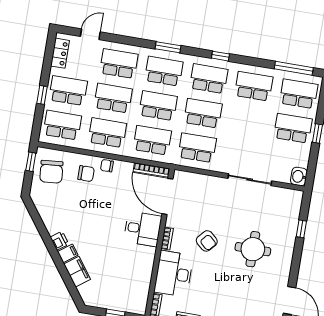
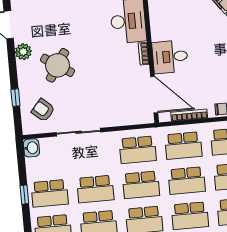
school desk: (248, 121) -> (95, 189), added
bookcase: (151, 170) -> (189, 115), moved
armchair: (207, 241) -> (43, 110), moved
round table: (253, 249) -> (57, 65), turned 33
plant: (282, 271) -> (23, 52), added

